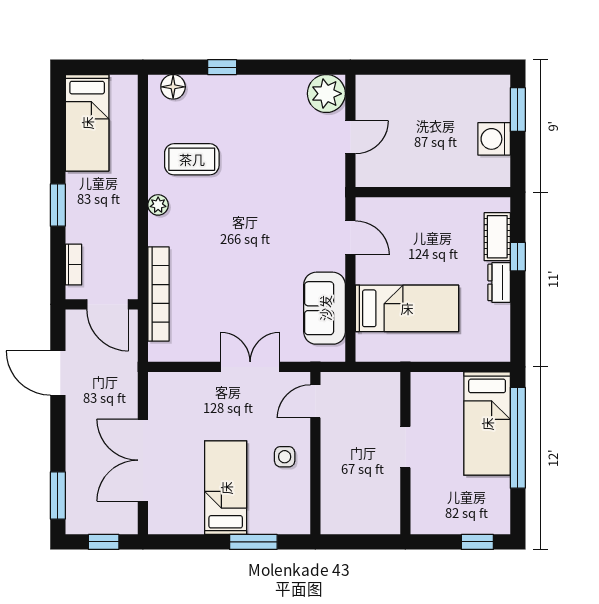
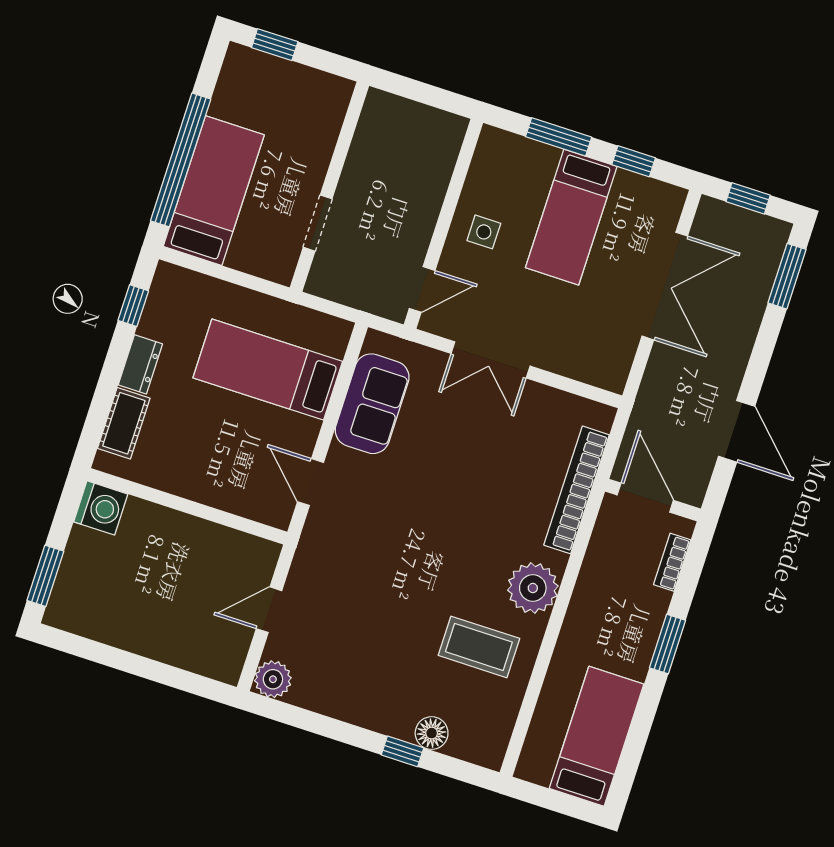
floor lamp: (173, 87) -> (432, 733), moved
plant: (326, 94) -> (273, 679), width x0.73, depth x0.73
washing machine: (494, 139) -> (101, 508), moved
plant: (158, 205) -> (533, 588), width x1.88, depth x1.88
window: (518, 257) -> (133, 306), moved
doorway: (405, 447) -> (318, 223), moved
window: (194, 542) -> (634, 161), added

